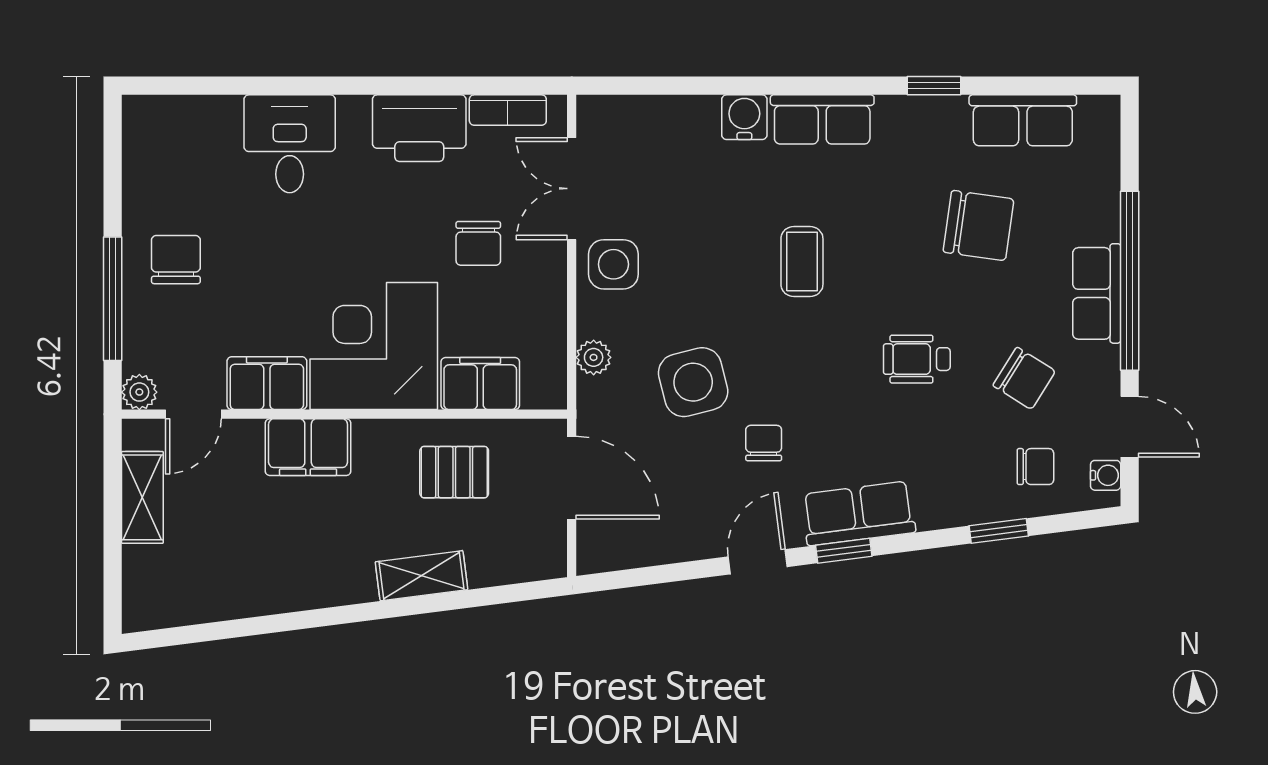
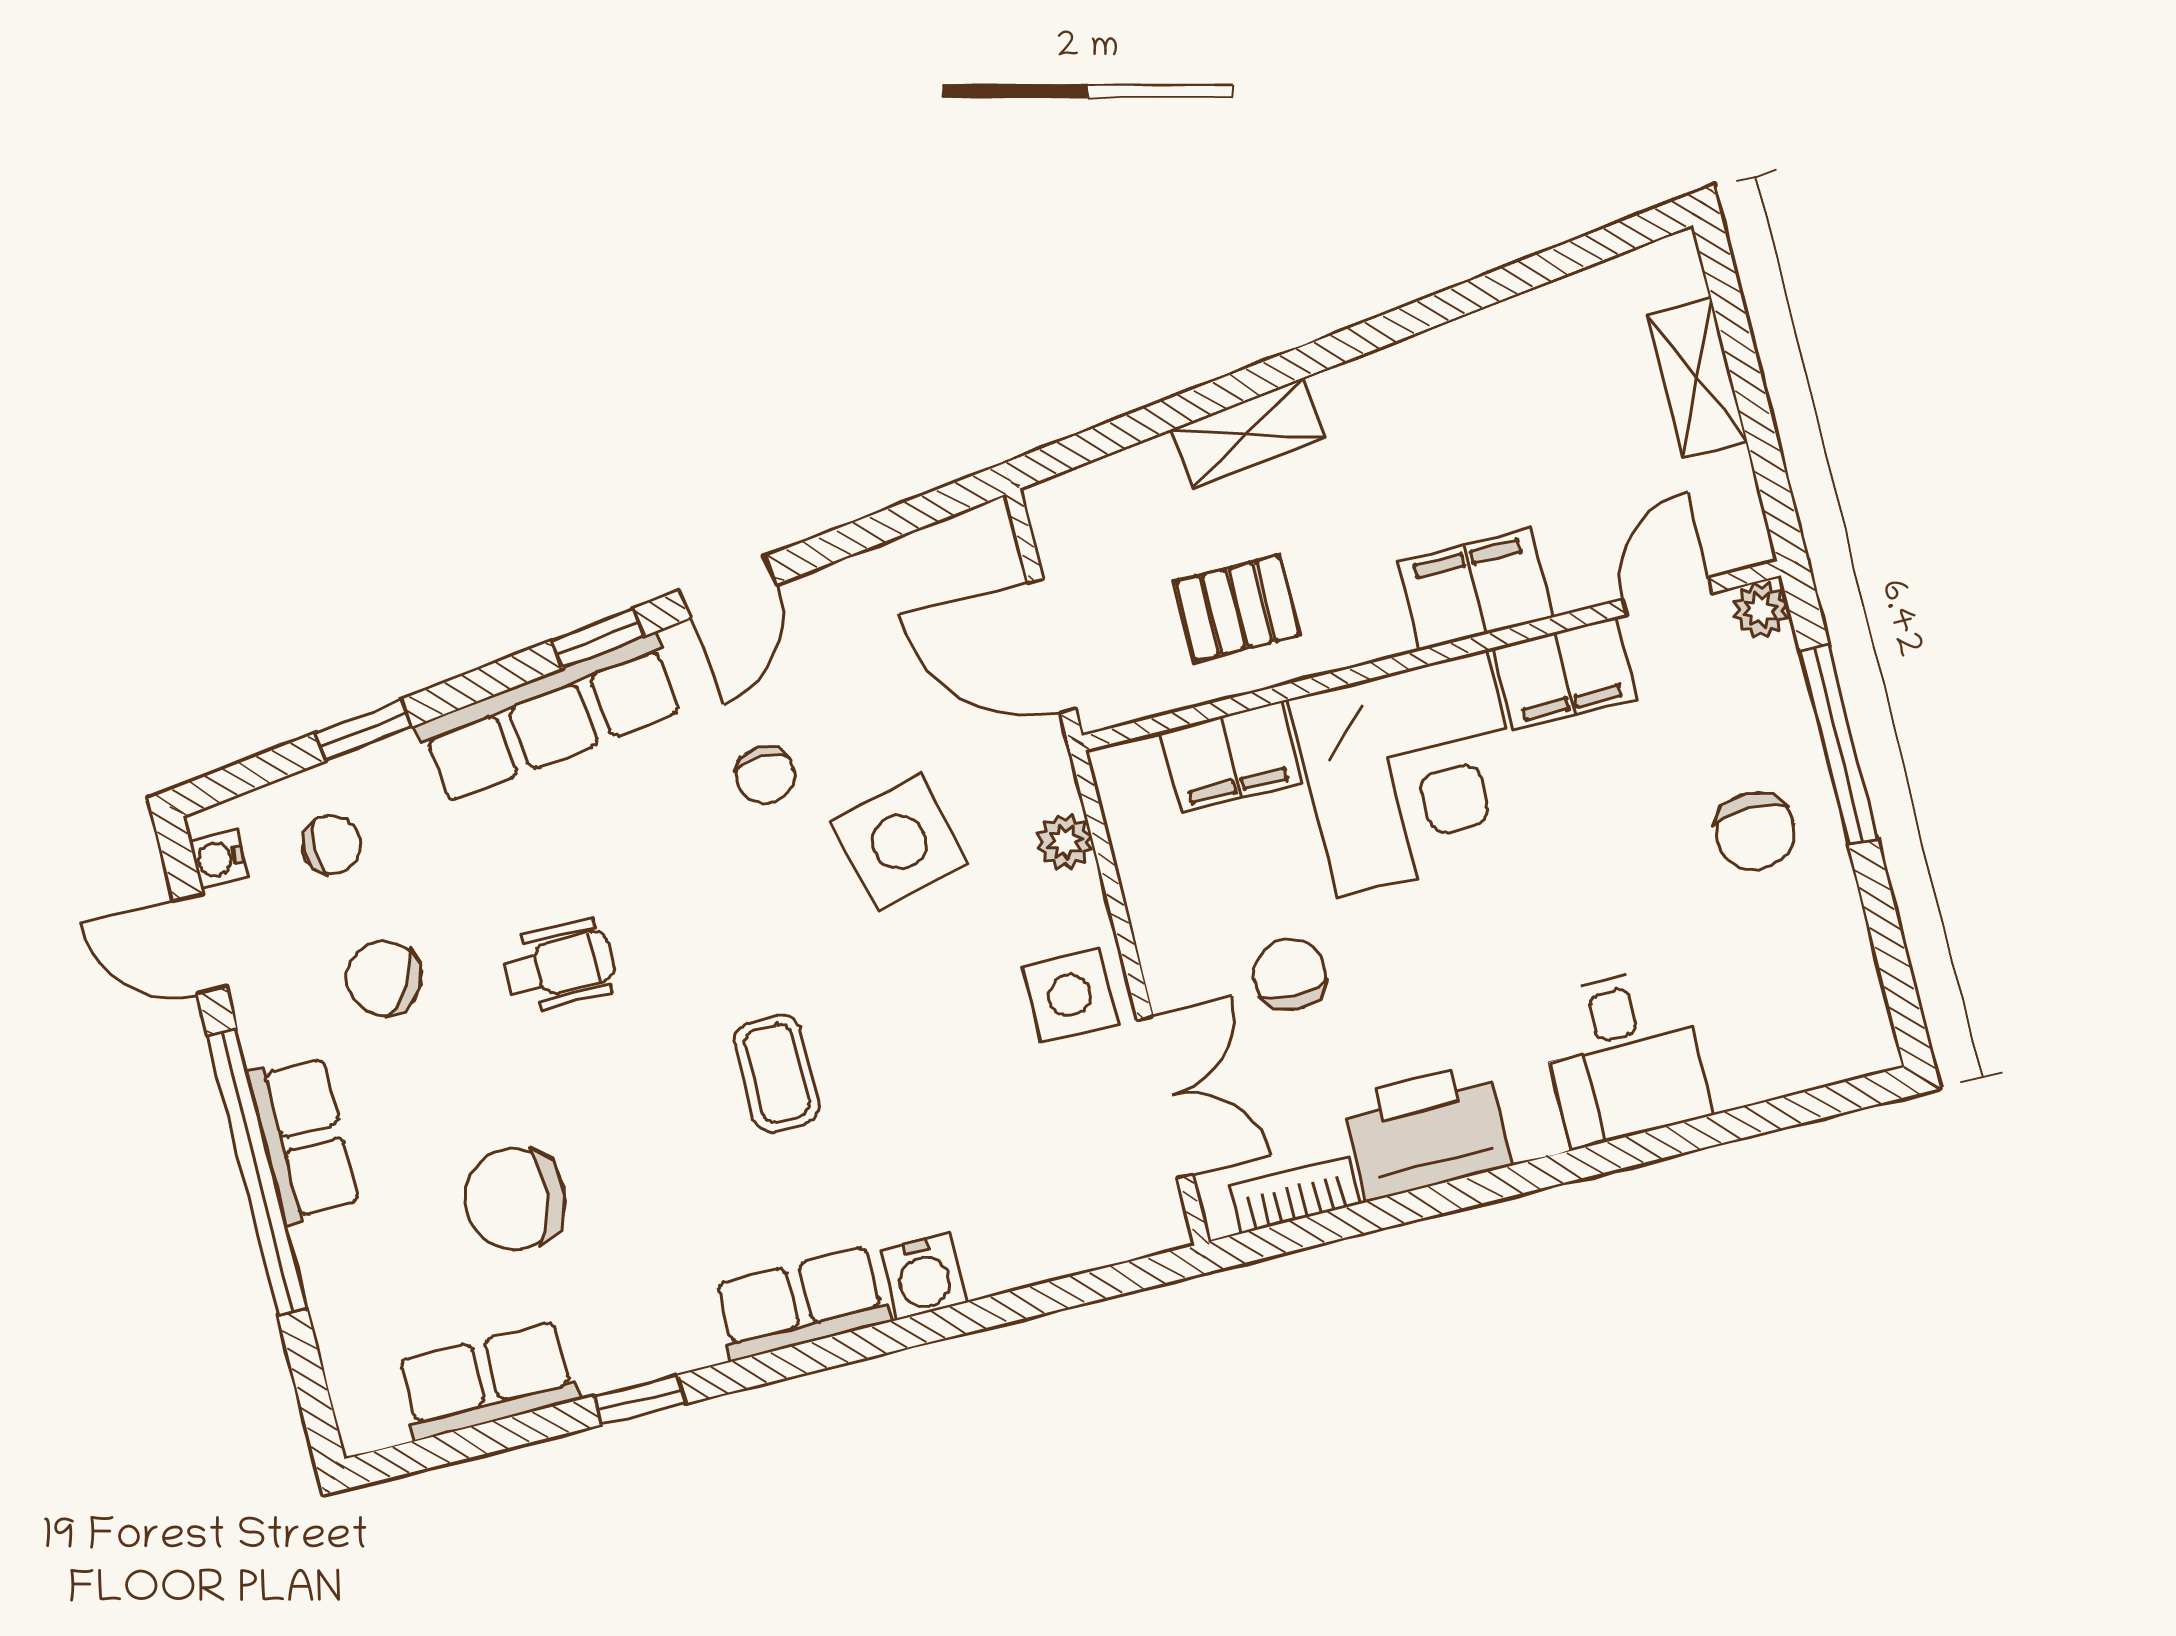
chair: (1035, 467) -> (332, 845), turned 180
shelving: (142, 497) -> (1697, 378), moved
row of seats: (859, 513) -> (550, 718), width x1.48

